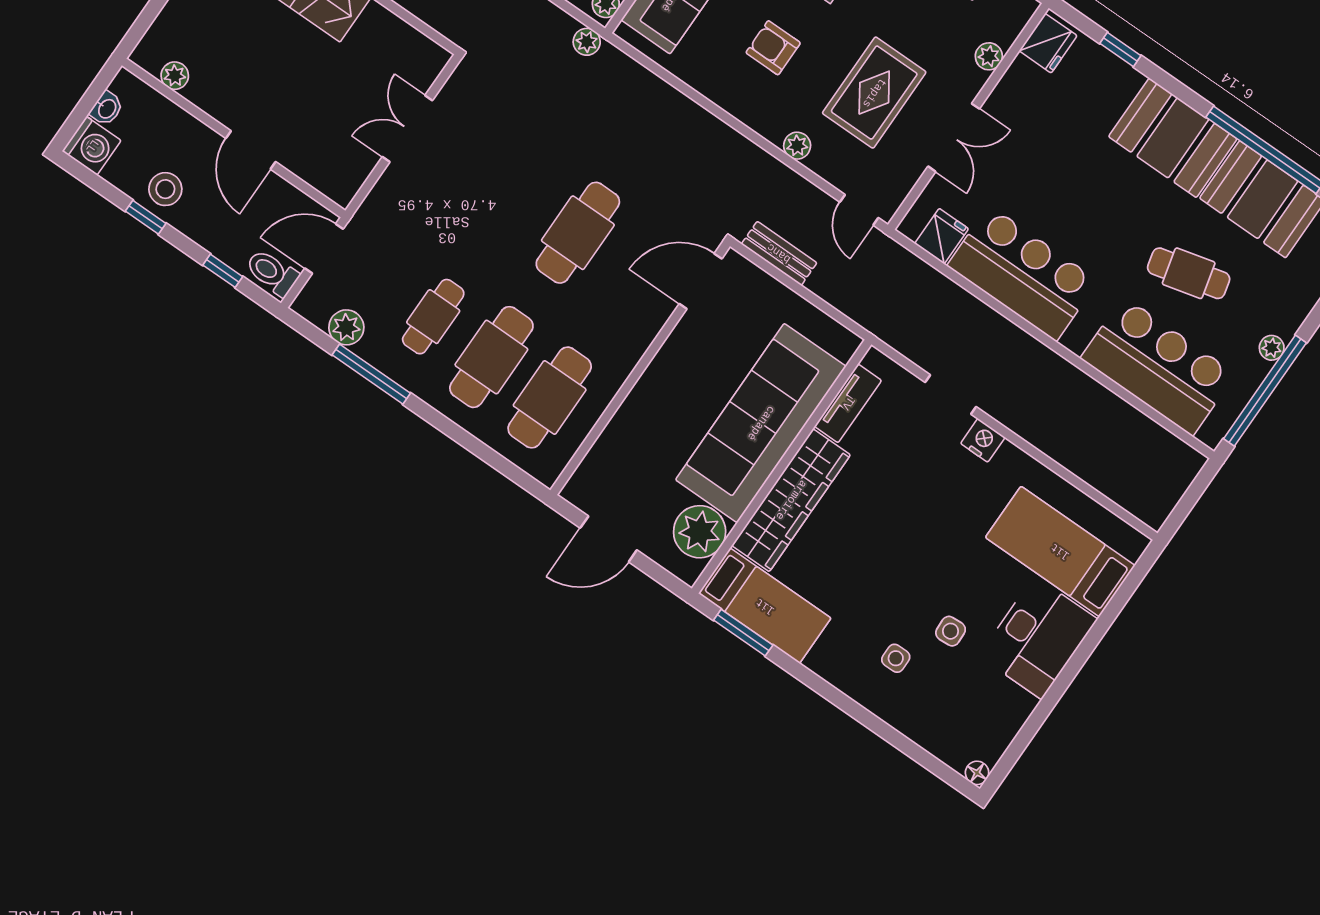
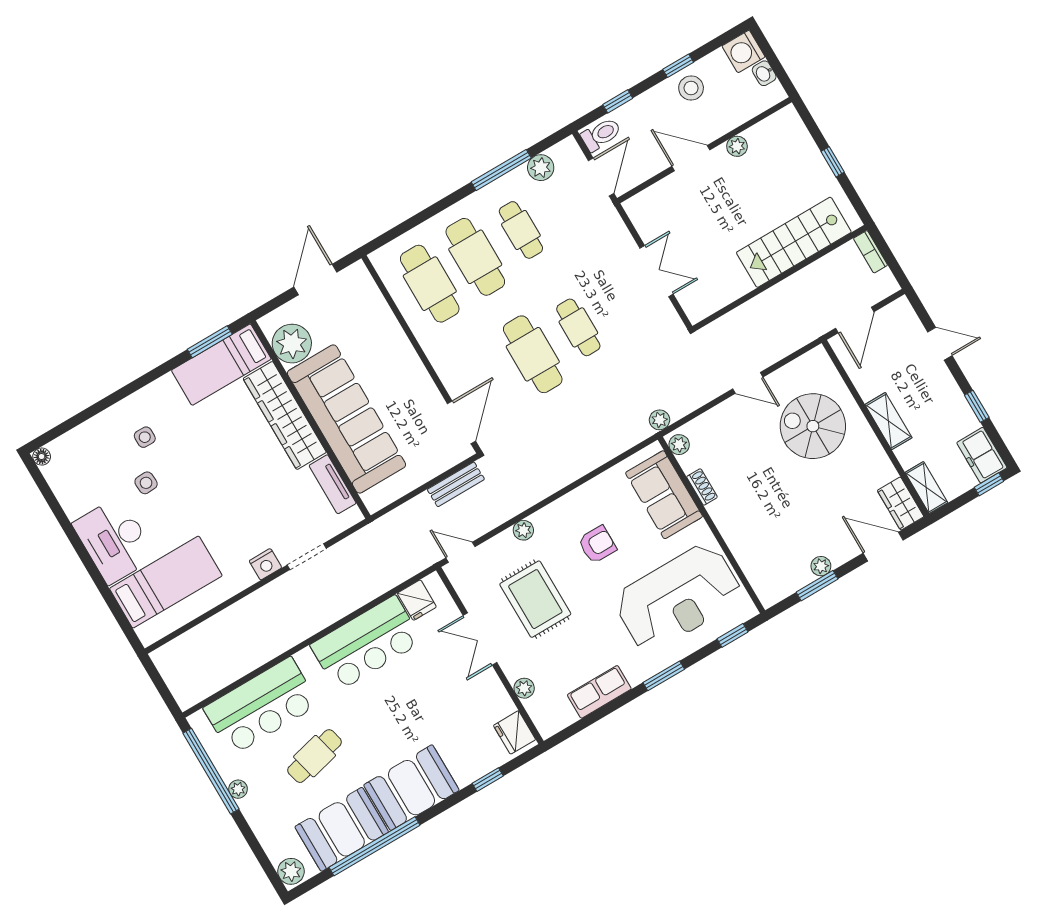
plant: (175, 76) -> (737, 146), moved
cafe table: (520, 192) -> (578, 327), added

